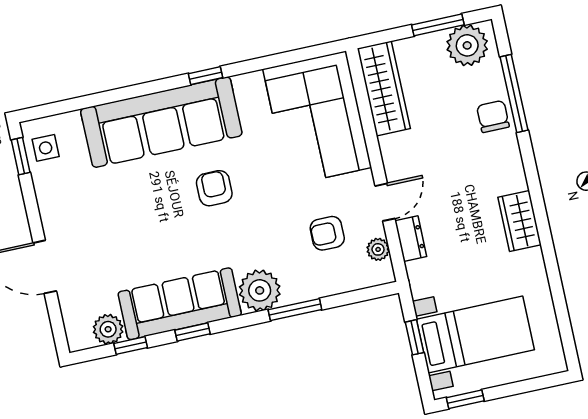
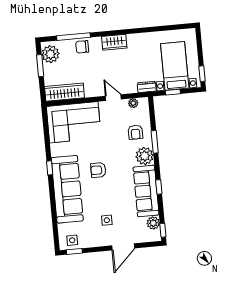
wardrobe: (519, 221) -> (114, 42), moved
side table: (102, 222) -> (107, 220), added
armchair: (327, 233) -> (135, 132), moved
dresser: (411, 239) -> (147, 87), moved
window: (131, 345) -> (163, 230), moved

